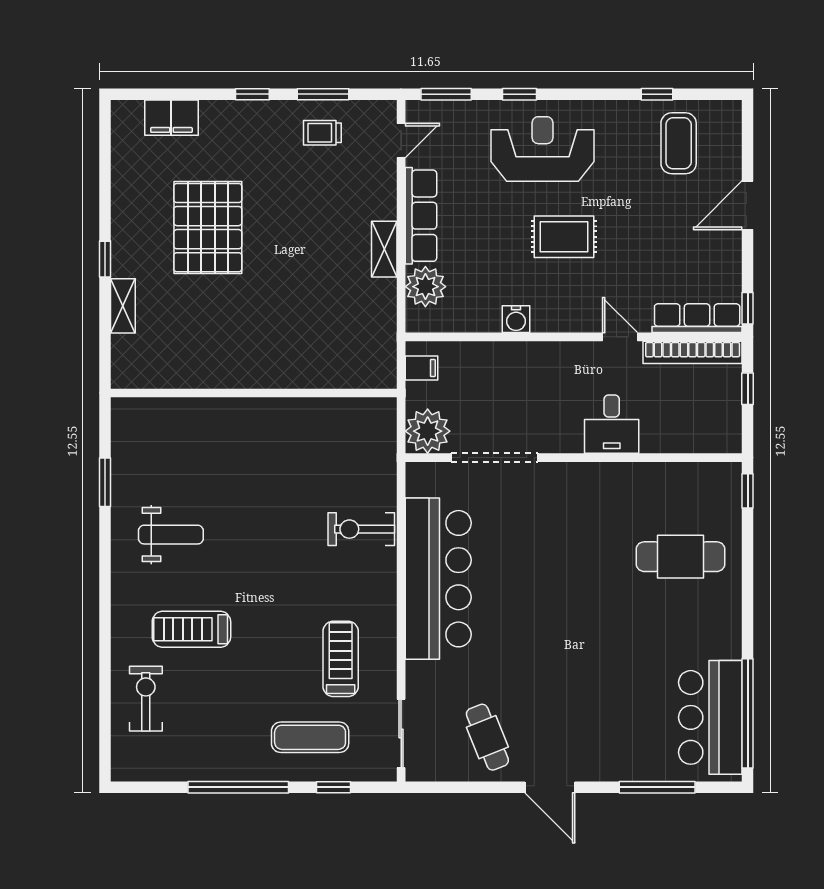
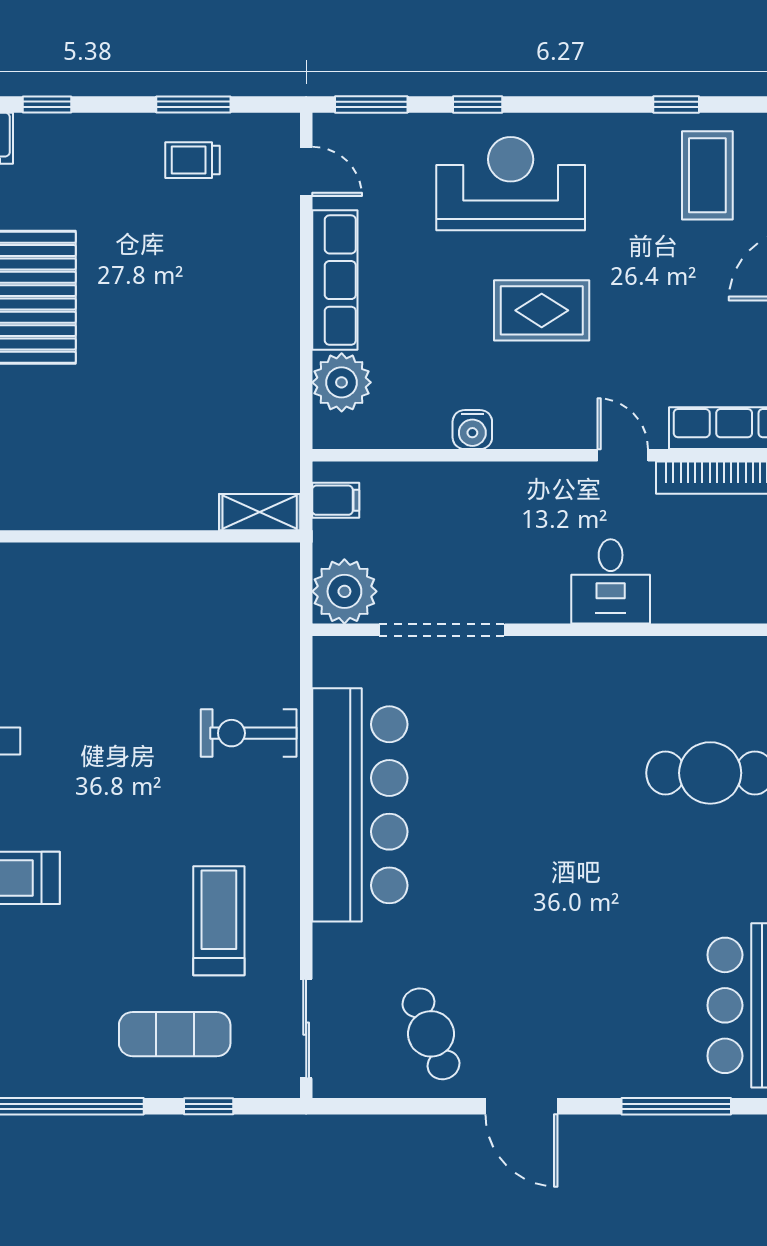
window: (252, 94) -> (47, 104), moved
door: (401, 141) -> (306, 171), hinge flipped
shelving: (384, 249) -> (260, 512), moved, turned 90

